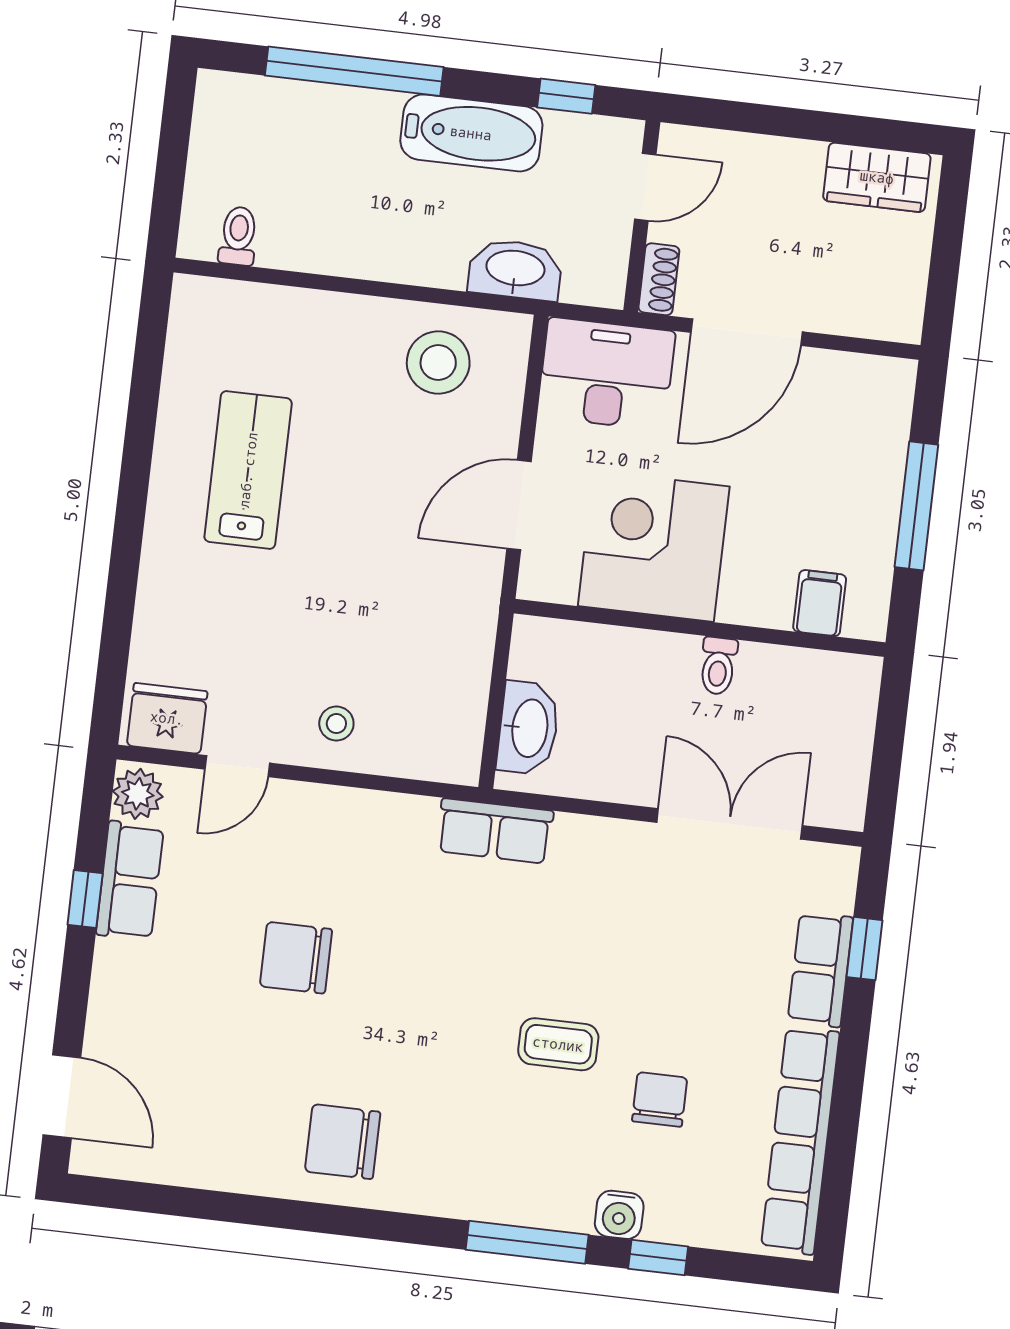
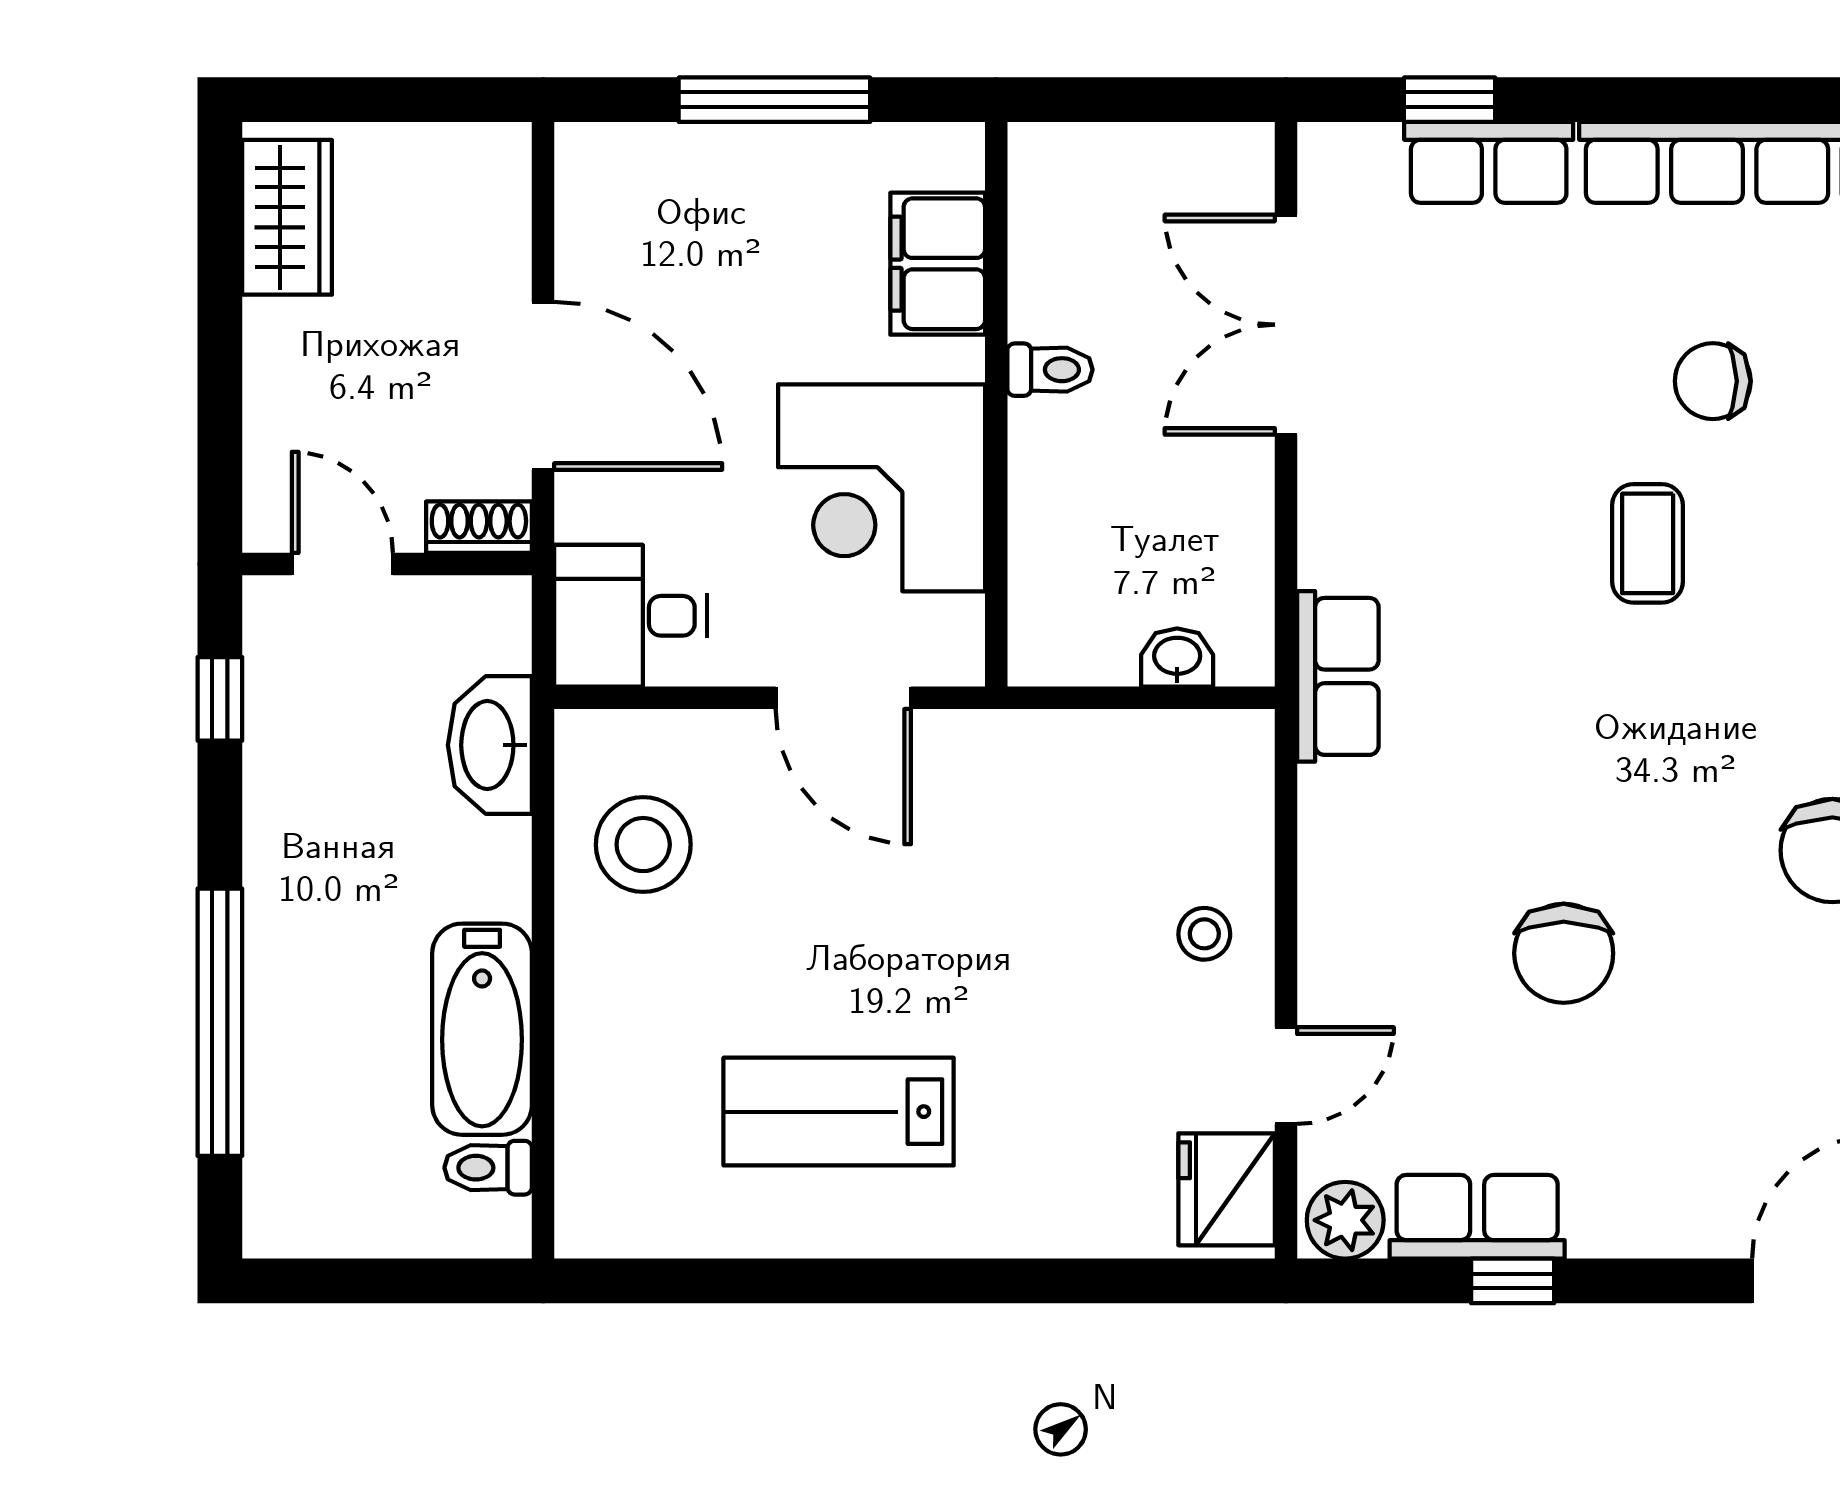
bathtub: (471, 133) -> (482, 1029), moved, turned 180
desk: (606, 374) -> (631, 616), width x0.73
filing cabinet: (820, 603) -> (938, 264), width x2.00
washbasin: (528, 728) -> (1177, 658), width x0.52, depth x0.69
door: (237, 766) -> (1286, 1076), hinge flipped

